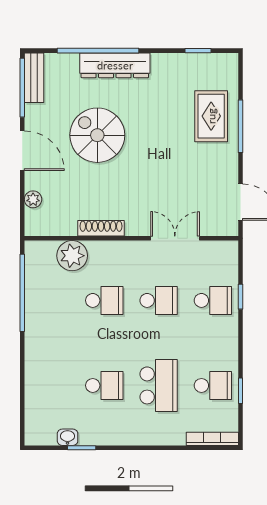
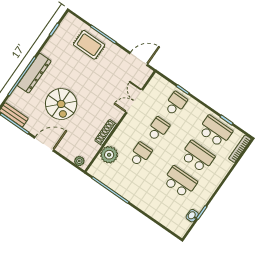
spiral stairs: (97, 135) -> (61, 104), turned -90
plant: (33, 199) -> (79, 161), moved
school desk: (104, 385) -> (180, 182), width x1.85
school desk: (213, 385) -> (215, 131), width x1.85

